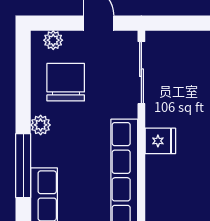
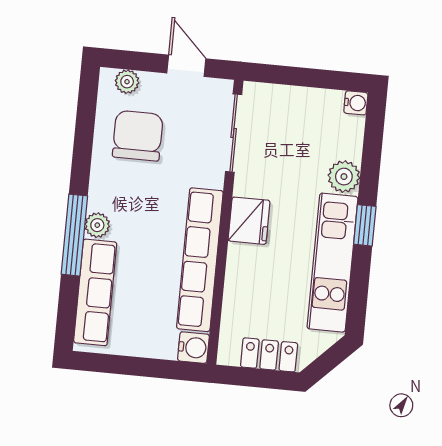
plant: (41, 125) -> (97, 225), moved
fridge: (160, 141) -> (249, 221), width x1.38

